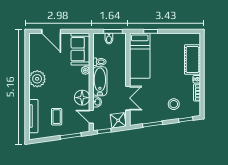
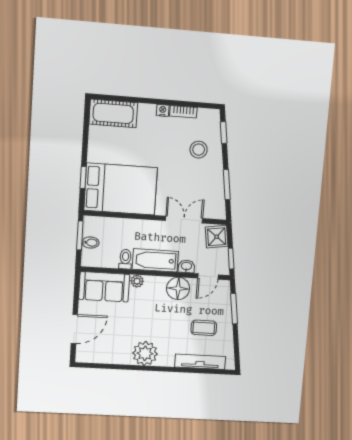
bed: (140, 56) -> (121, 189), width x1.50
cot: (192, 60) -> (113, 113), moved

